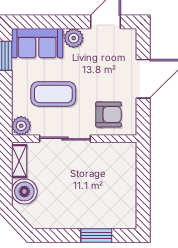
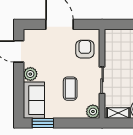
coffee table: (53, 94) -> (70, 89), width x0.73, depth x0.76
sliding door: (65, 139) -> (102, 80), width x0.73

